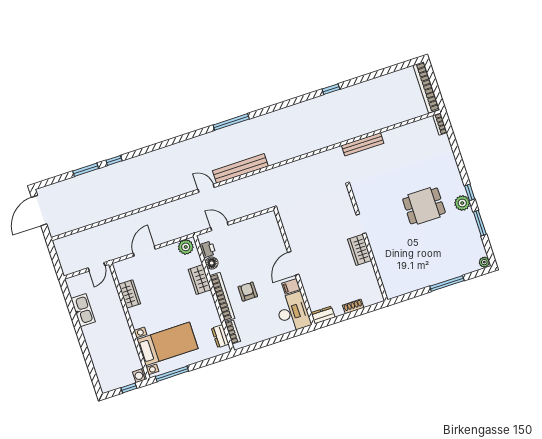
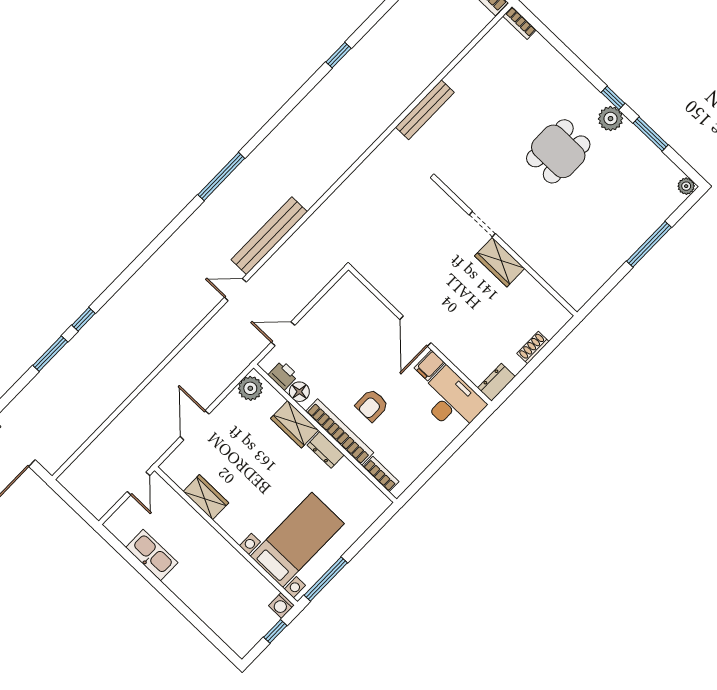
armchair: (248, 292) -> (372, 405), turned -90
dresser: (220, 336) -> (326, 450), moved

